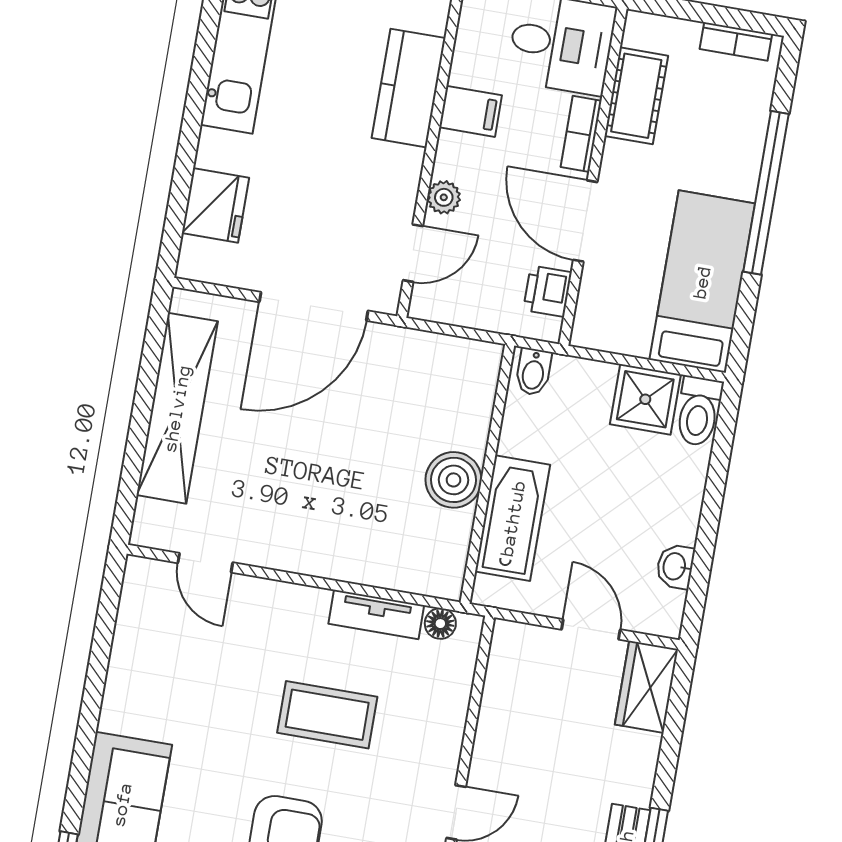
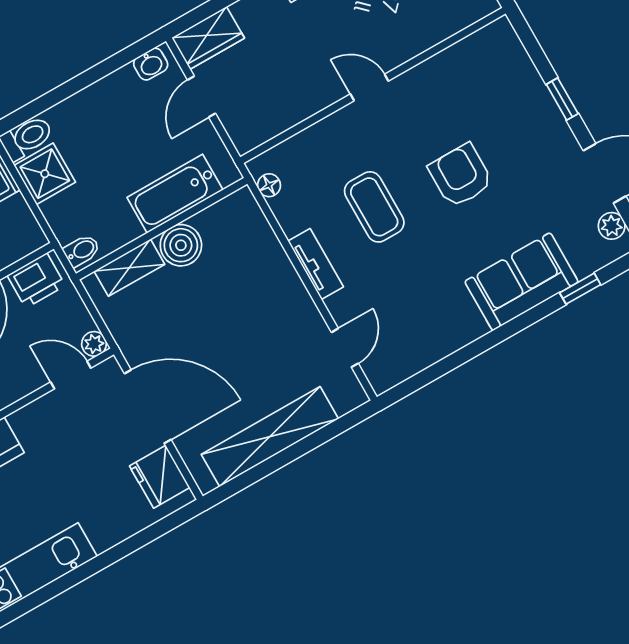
plant: (444, 197) -> (94, 344), moved
fridge: (215, 205) -> (160, 477), moved, turned -90
printer: (548, 291) -> (36, 281), width x1.36, depth x1.24
shelving: (474, 407) -> (129, 268), added
washbasin: (675, 566) -> (151, 64), moved
tv unit: (376, 615) -> (316, 264), moved

